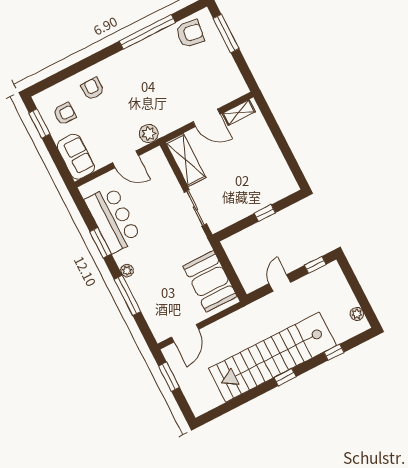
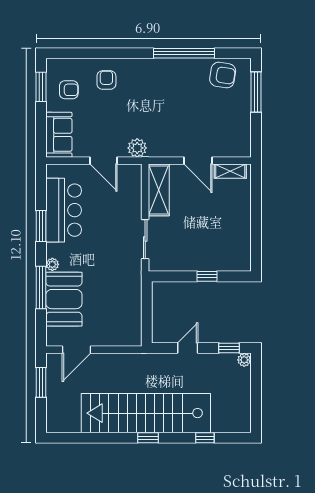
booth: (210, 281) -> (64, 299), moved
plant: (357, 314) -> (244, 360), moved

